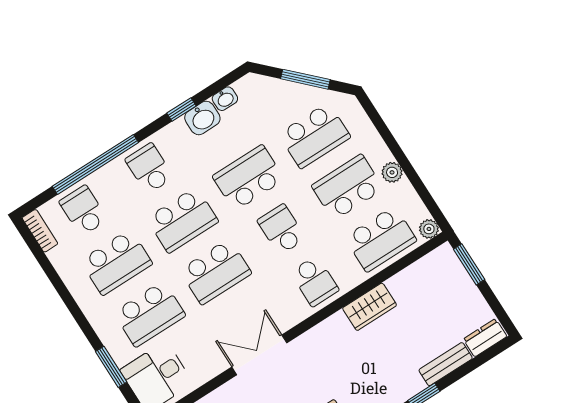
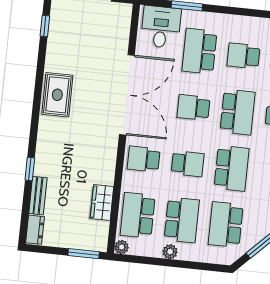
school desk: (182, 220) -> (238, 112), turned 180
school desk: (116, 262) -> (243, 56), width x0.54
school desk: (215, 272) -> (194, 107), width x0.54
wardrobe: (370, 307) -> (102, 203), moved
double door: (259, 355) -> (127, 95), width x1.87

